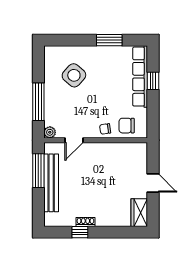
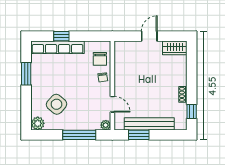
plant: (52, 53) -> (38, 123), added
window: (38, 171) -> (139, 135), width x0.69
window: (80, 232) -> (192, 112), moved

